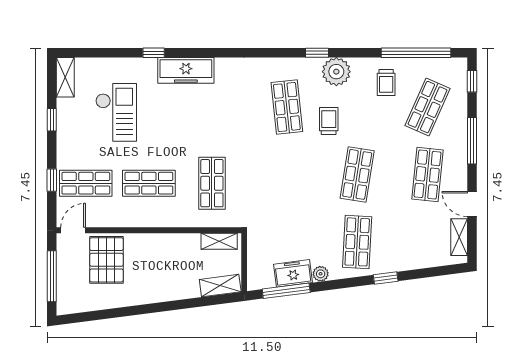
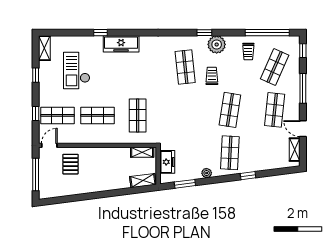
checkout: (116, 112) -> (77, 70), turned 180
pallet: (106, 260) -> (71, 164), width x0.67, depth x0.71
freezer: (293, 273) -> (167, 162), moved, turned 97
window: (286, 291) -> (185, 184), width x0.69

